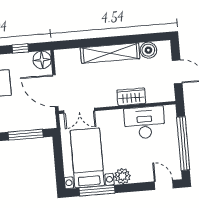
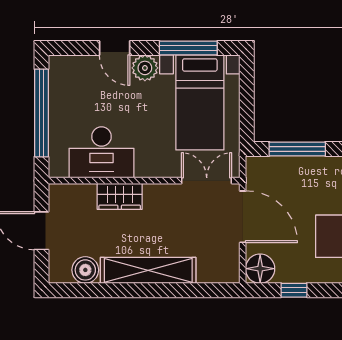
door: (164, 185) -> (115, 48), moved

